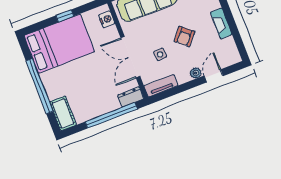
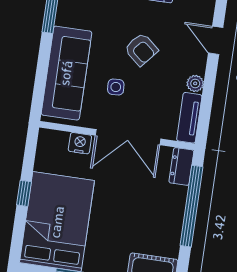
nightstand: (107, 19) -> (80, 143), moved
side table: (160, 54) -> (116, 87), moved
plant: (196, 73) -> (195, 83), moved

